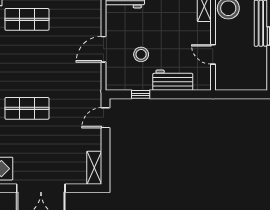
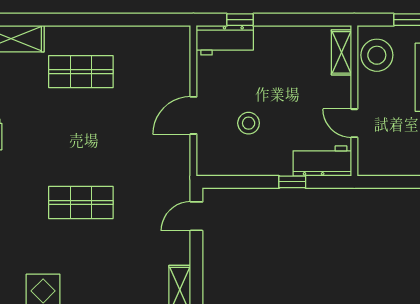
workbench: (173, 80) -> (322, 161), moved
window: (141, 94) -> (292, 182), moved

